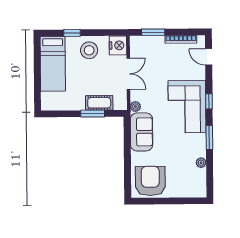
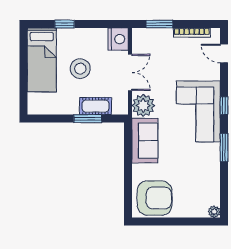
stool: (89, 50) -> (80, 69), moved
plant: (135, 107) -> (143, 105), width x1.88, depth x1.88
plant: (201, 163) -> (214, 212), moved
armchair: (150, 181) -> (155, 198), turned 90

